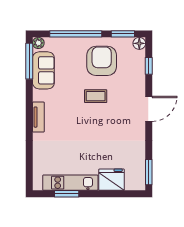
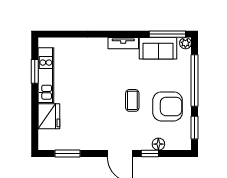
floor lamp: (139, 43) -> (158, 144), moved
window: (149, 66) -> (150, 154), moved
tv unit: (38, 117) -> (123, 43), moved
window: (149, 172) -> (68, 154), moved

